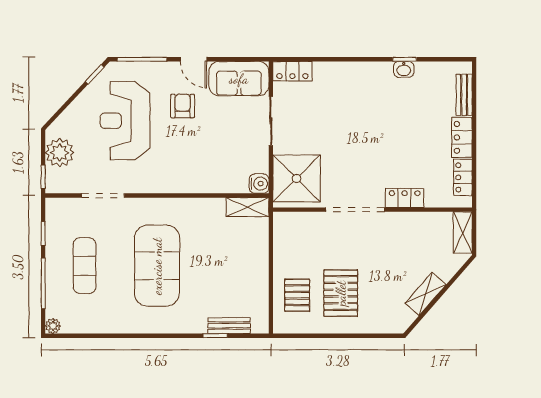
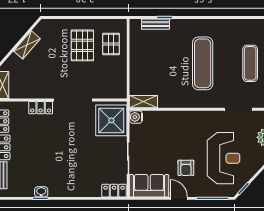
exercise mat: (157, 266) -> (203, 63), width x0.68

